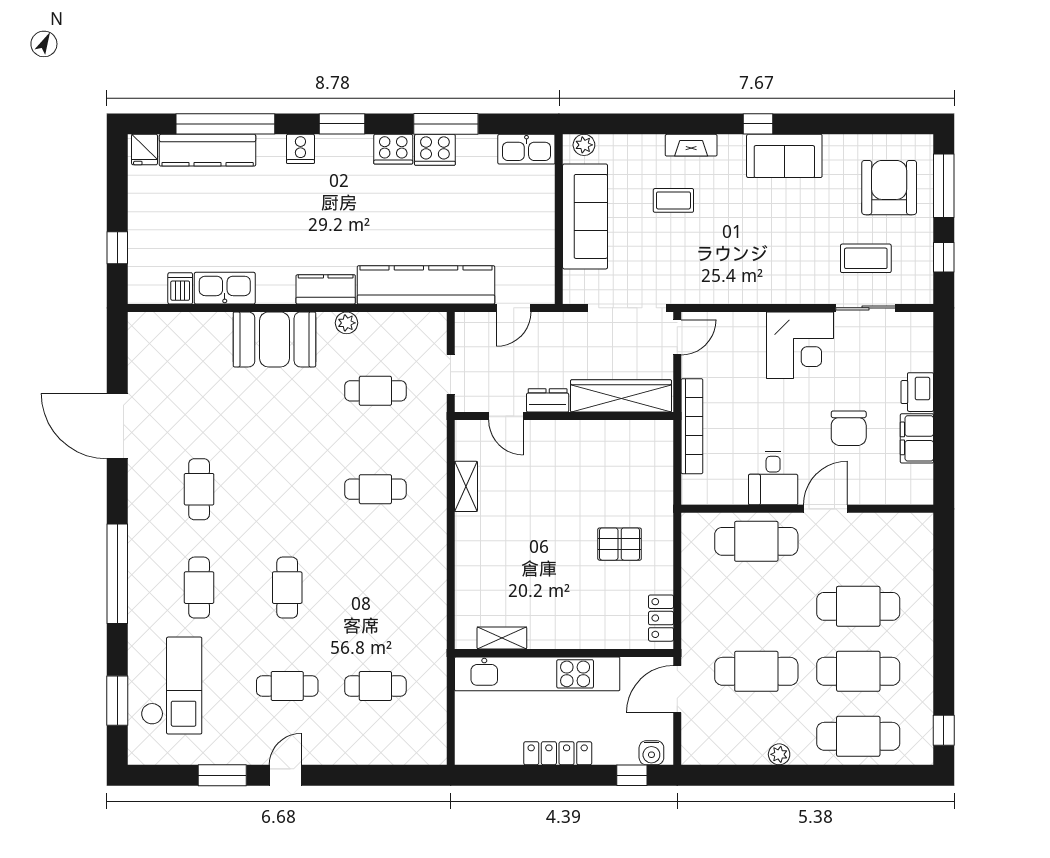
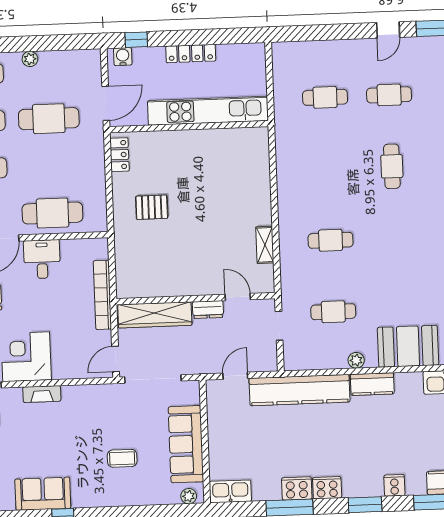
fireplace: (691, 145) -> (42, 394), moved, turned 180
shelving: (502, 638) -> (235, 136), removed

